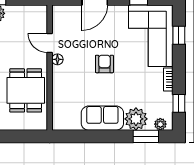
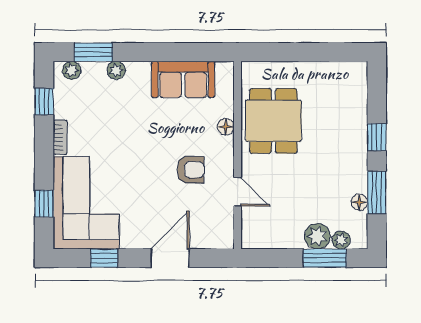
floor lamp: (57, 59) -> (226, 127), moved
armchair: (104, 64) -> (191, 170), moved, turned -90
sofa: (102, 118) -> (183, 79), moved
plant: (136, 119) -> (116, 70), width x0.53, depth x0.53

